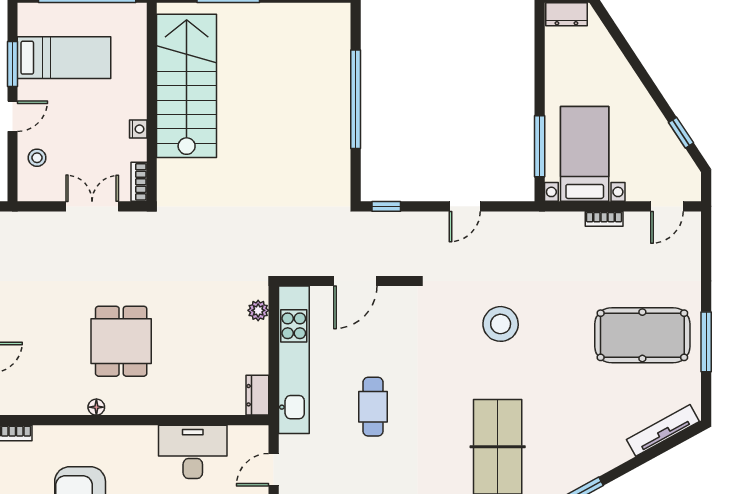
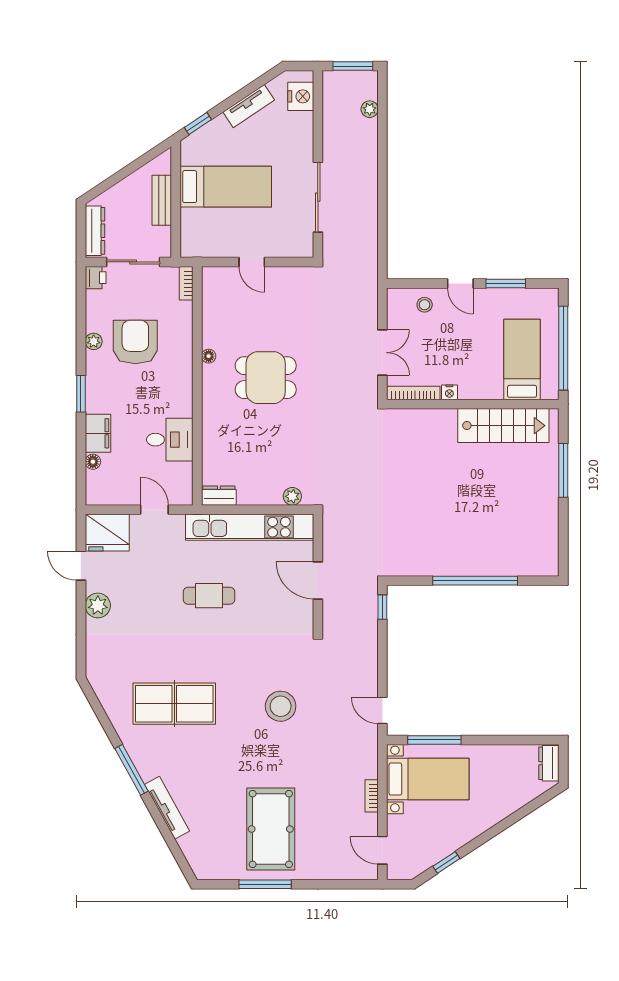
bed: (64, 58) -> (522, 359), moved, turned 180
stairs: (187, 86) -> (503, 426), width x0.73, depth x0.66
bookcase: (139, 182) -> (413, 393), width x1.56
door: (465, 206) -> (382, 710), moved
tv unit: (663, 430) -> (167, 808), moved
desk: (193, 452) -> (170, 440), width x0.73

